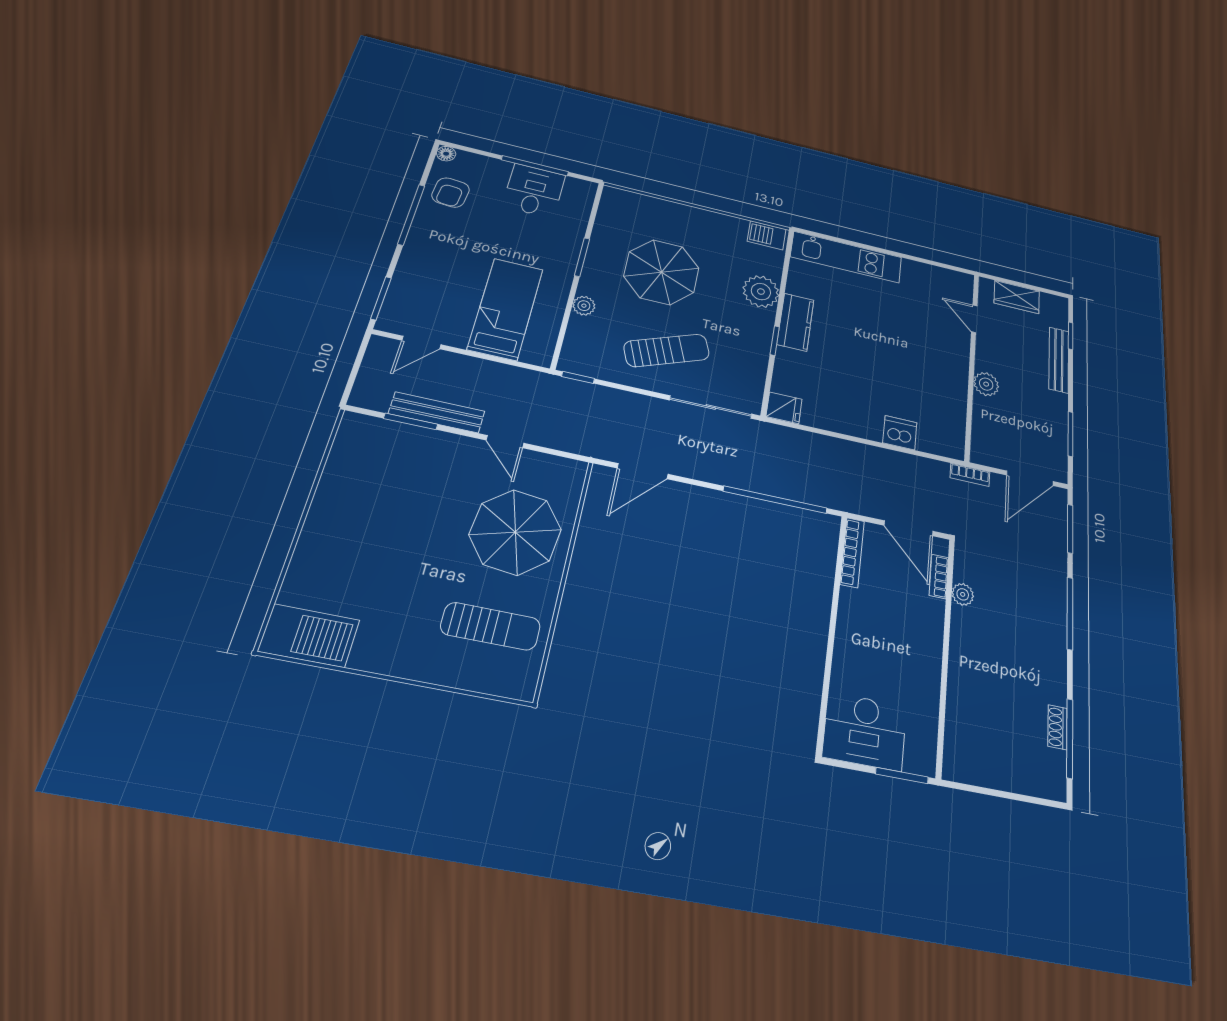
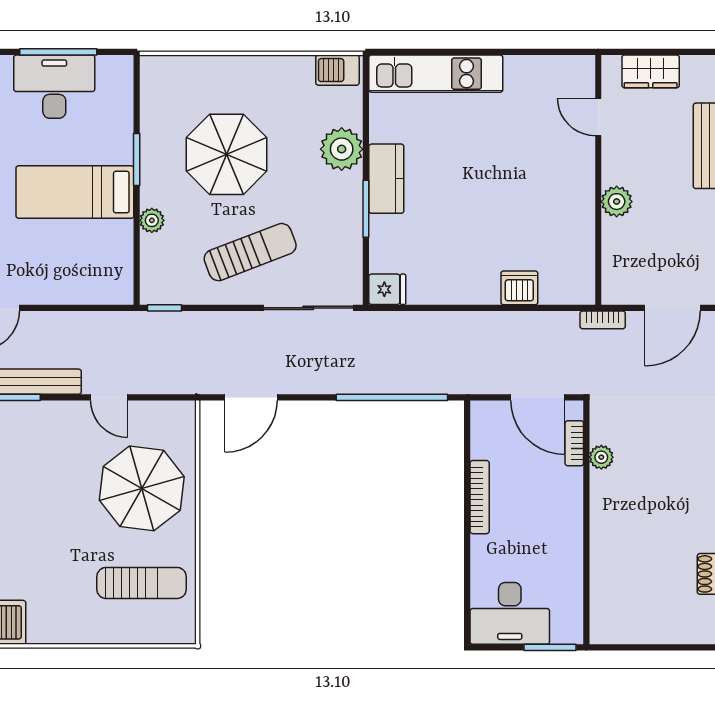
desk: (534, 191) -> (54, 87), width x1.37
bed: (506, 309) -> (75, 192), moved, turned -90
window: (775, 341) -> (366, 209), width x1.50
bookcase: (852, 552) -> (480, 497), moved

